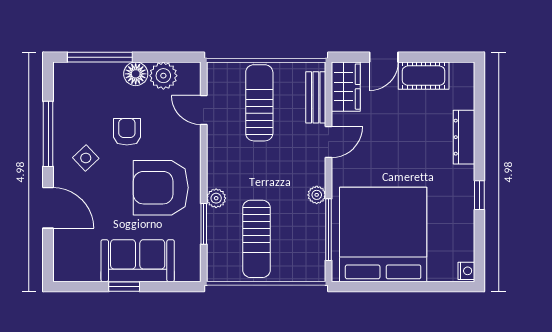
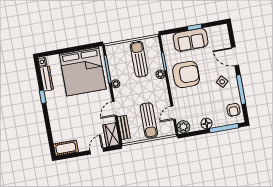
plant: (163, 76) -> (183, 127), moved
cot: (424, 76) -> (66, 148), moved
door: (204, 110) -> (173, 113), swing flipped
armchair: (127, 132) -> (233, 110), moved
dresser: (464, 137) -> (47, 79), moved

